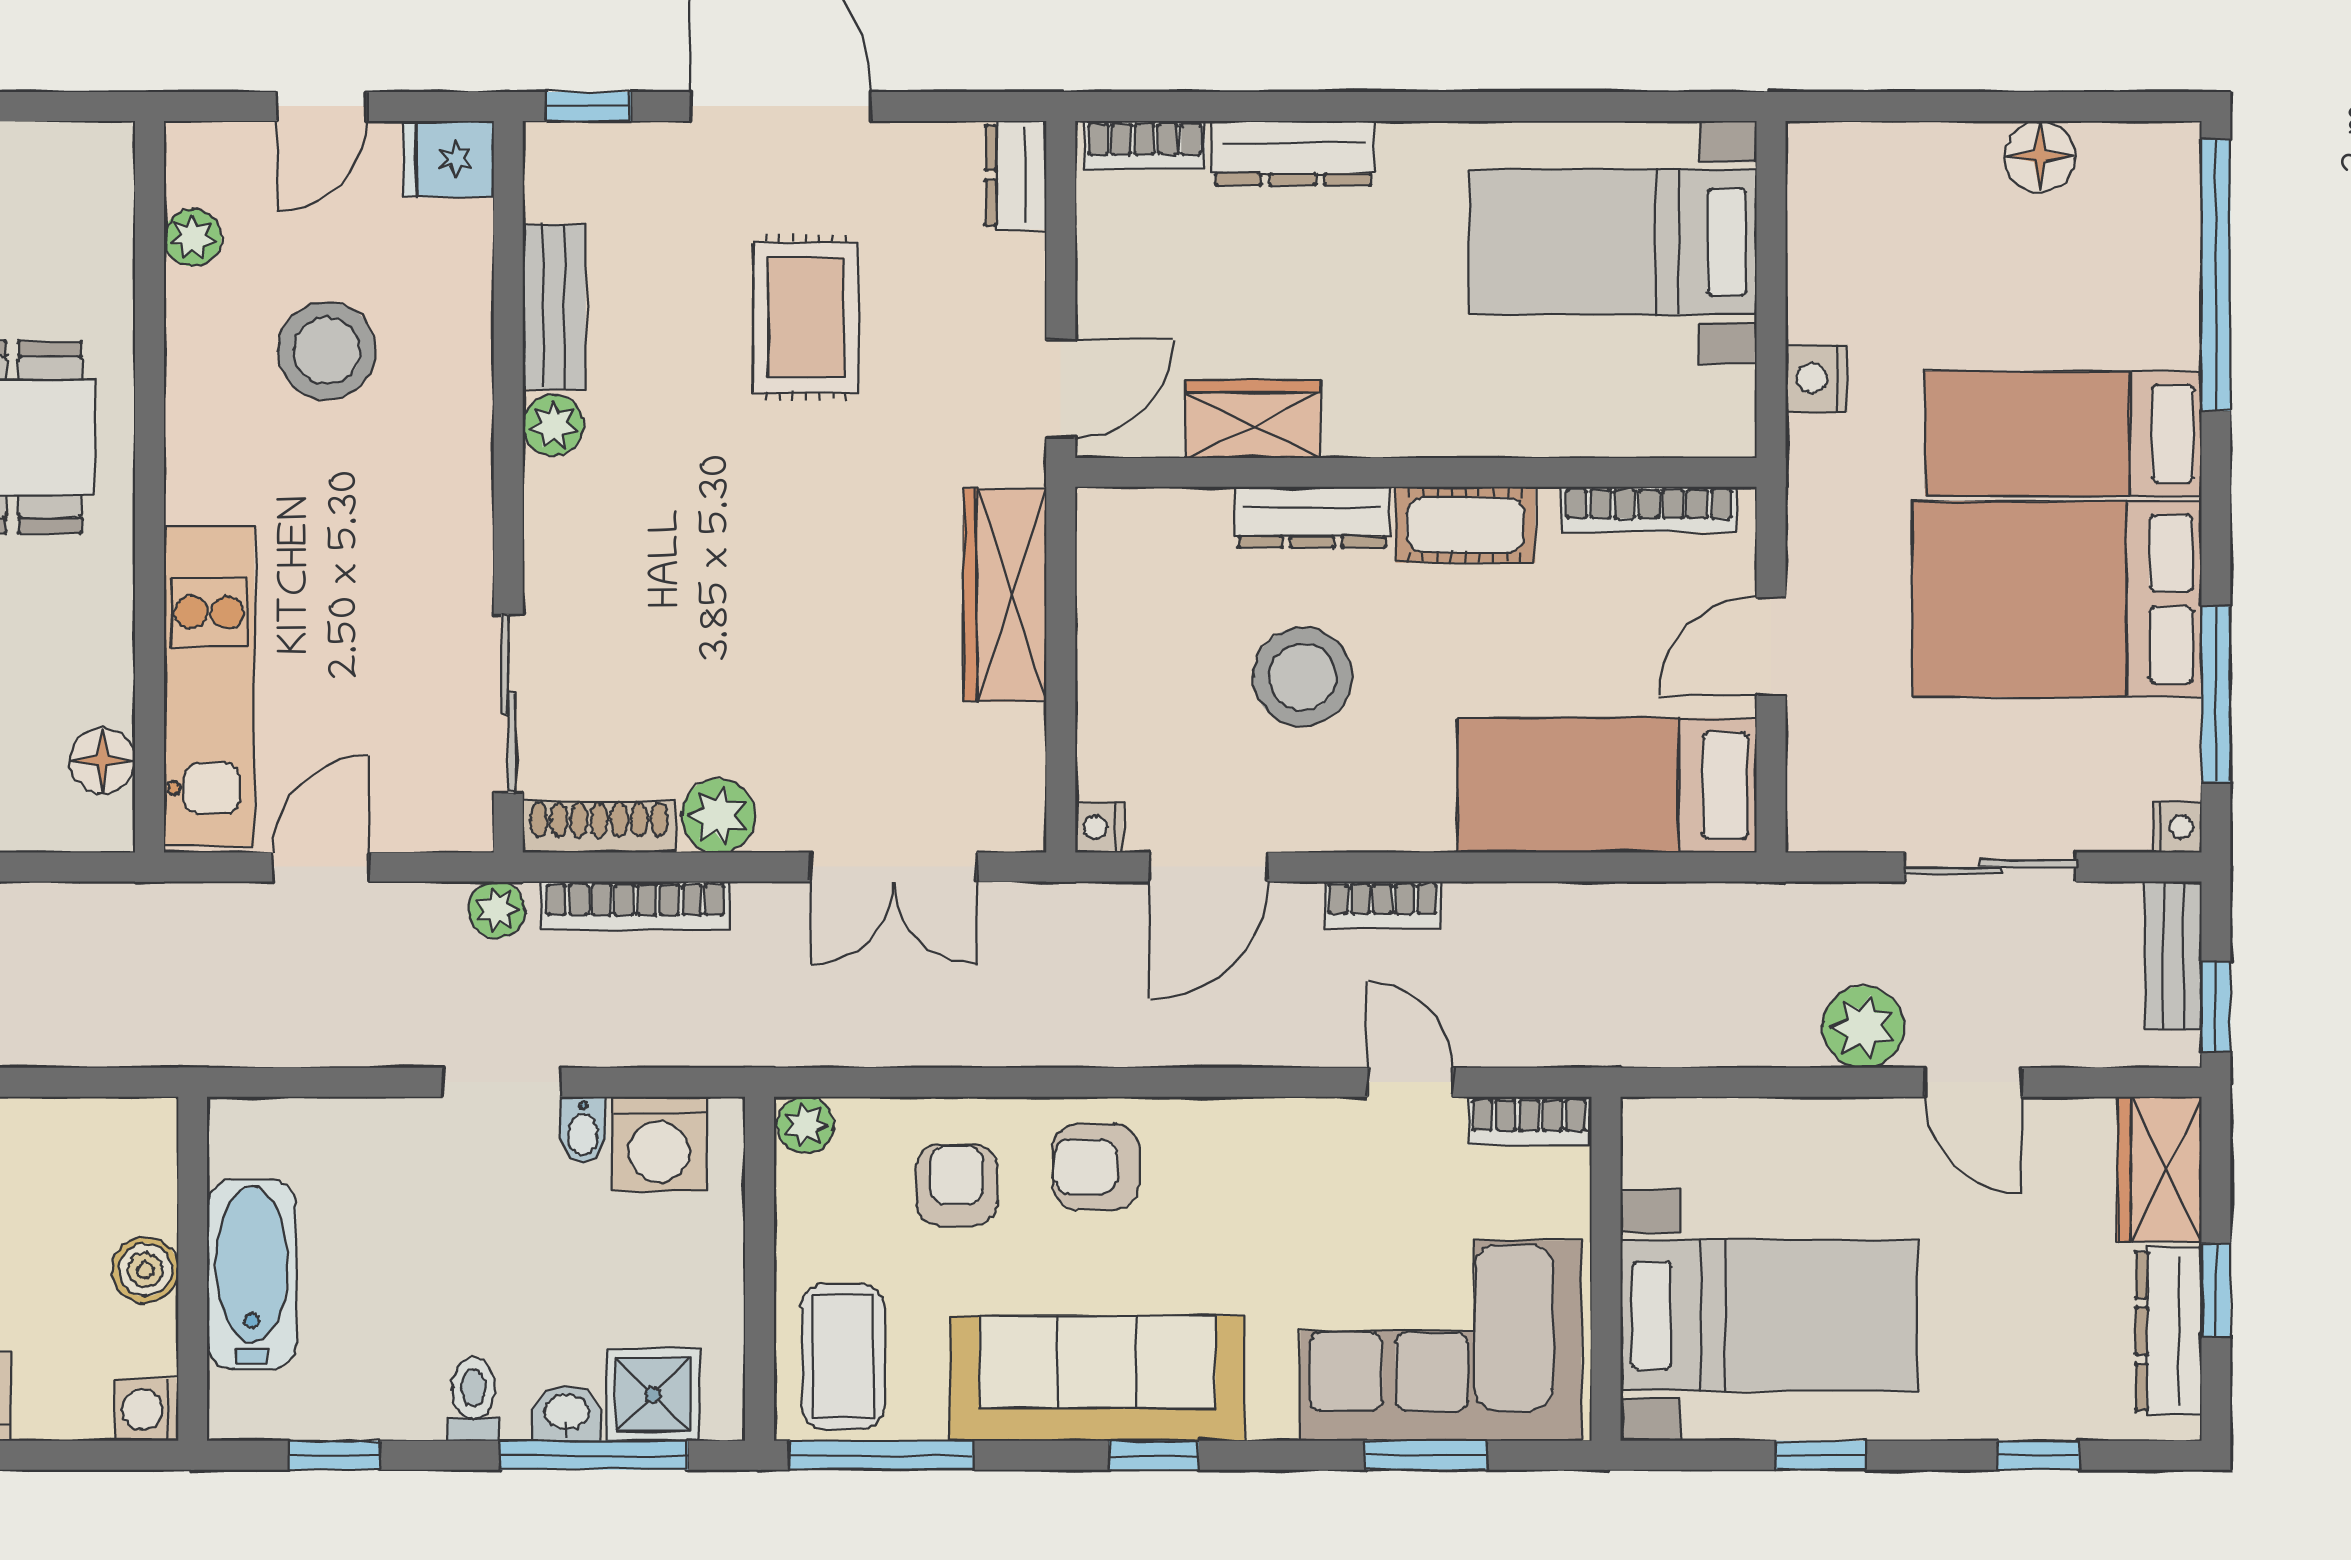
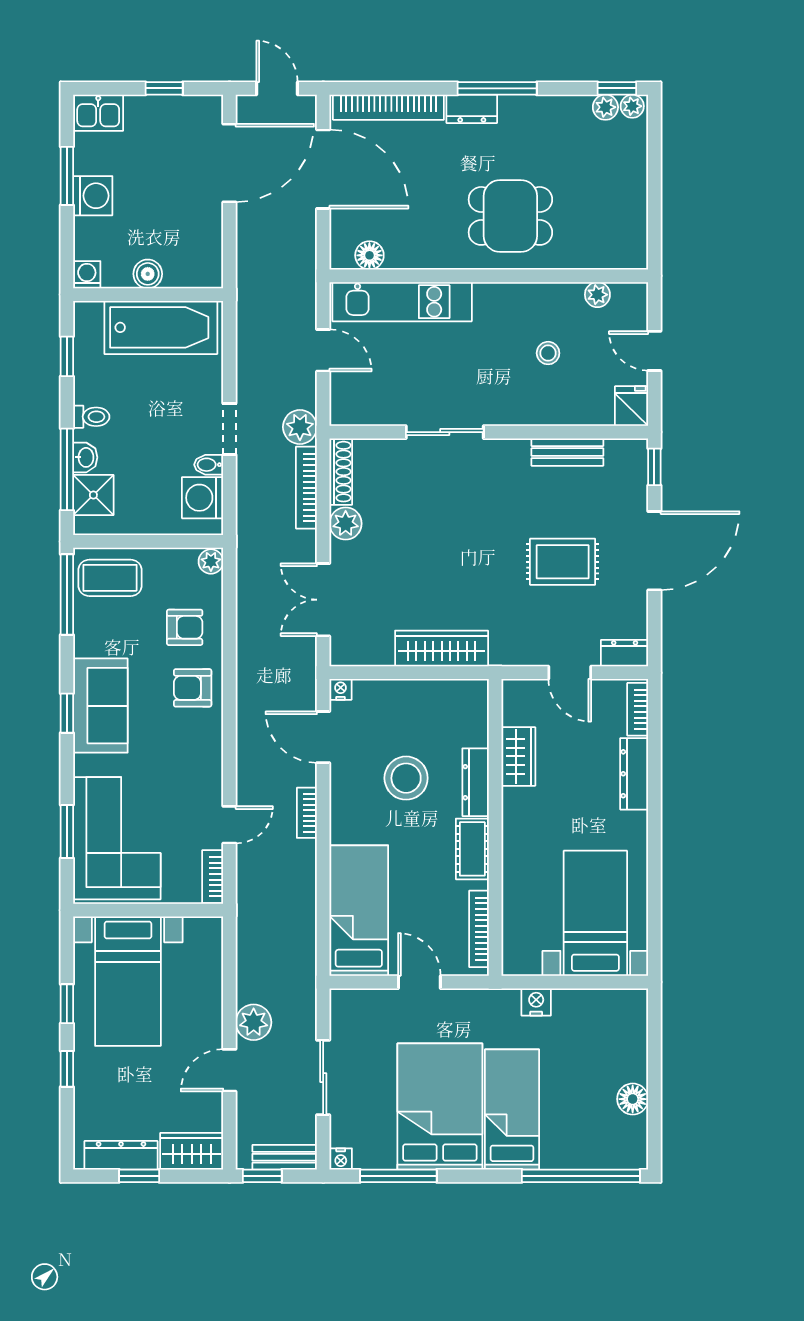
stool: (327, 351) -> (548, 353), width x0.53, depth x0.53
door: (1061, 389) -> (570, 673), moved
plant: (553, 425) -> (516, 452), removed
sliding door: (508, 703) -> (445, 432), moved
plant: (497, 910) -> (300, 427), width x1.38, depth x1.38
armchair: (1096, 1167) -> (193, 688), turned -90
bathtub: (252, 1274) -> (161, 327), width x1.36, depth x1.36
sofa: (1097, 1378) -> (100, 706), width x0.73
window: (2039, 1455) -> (67, 1069), moved

